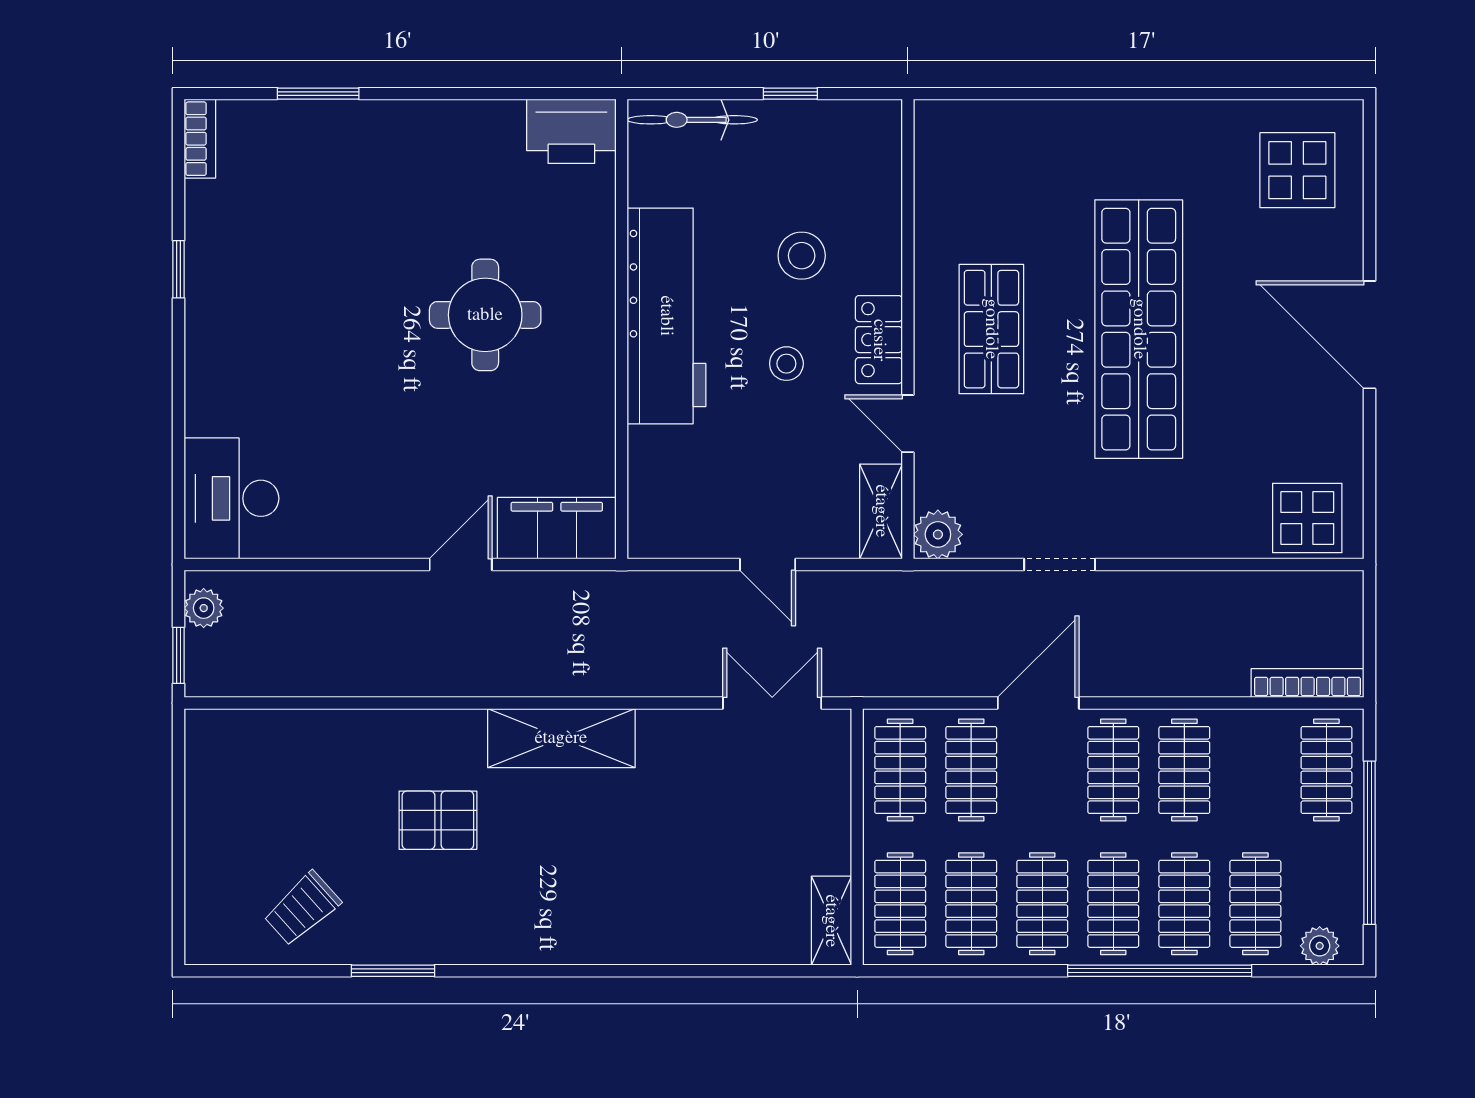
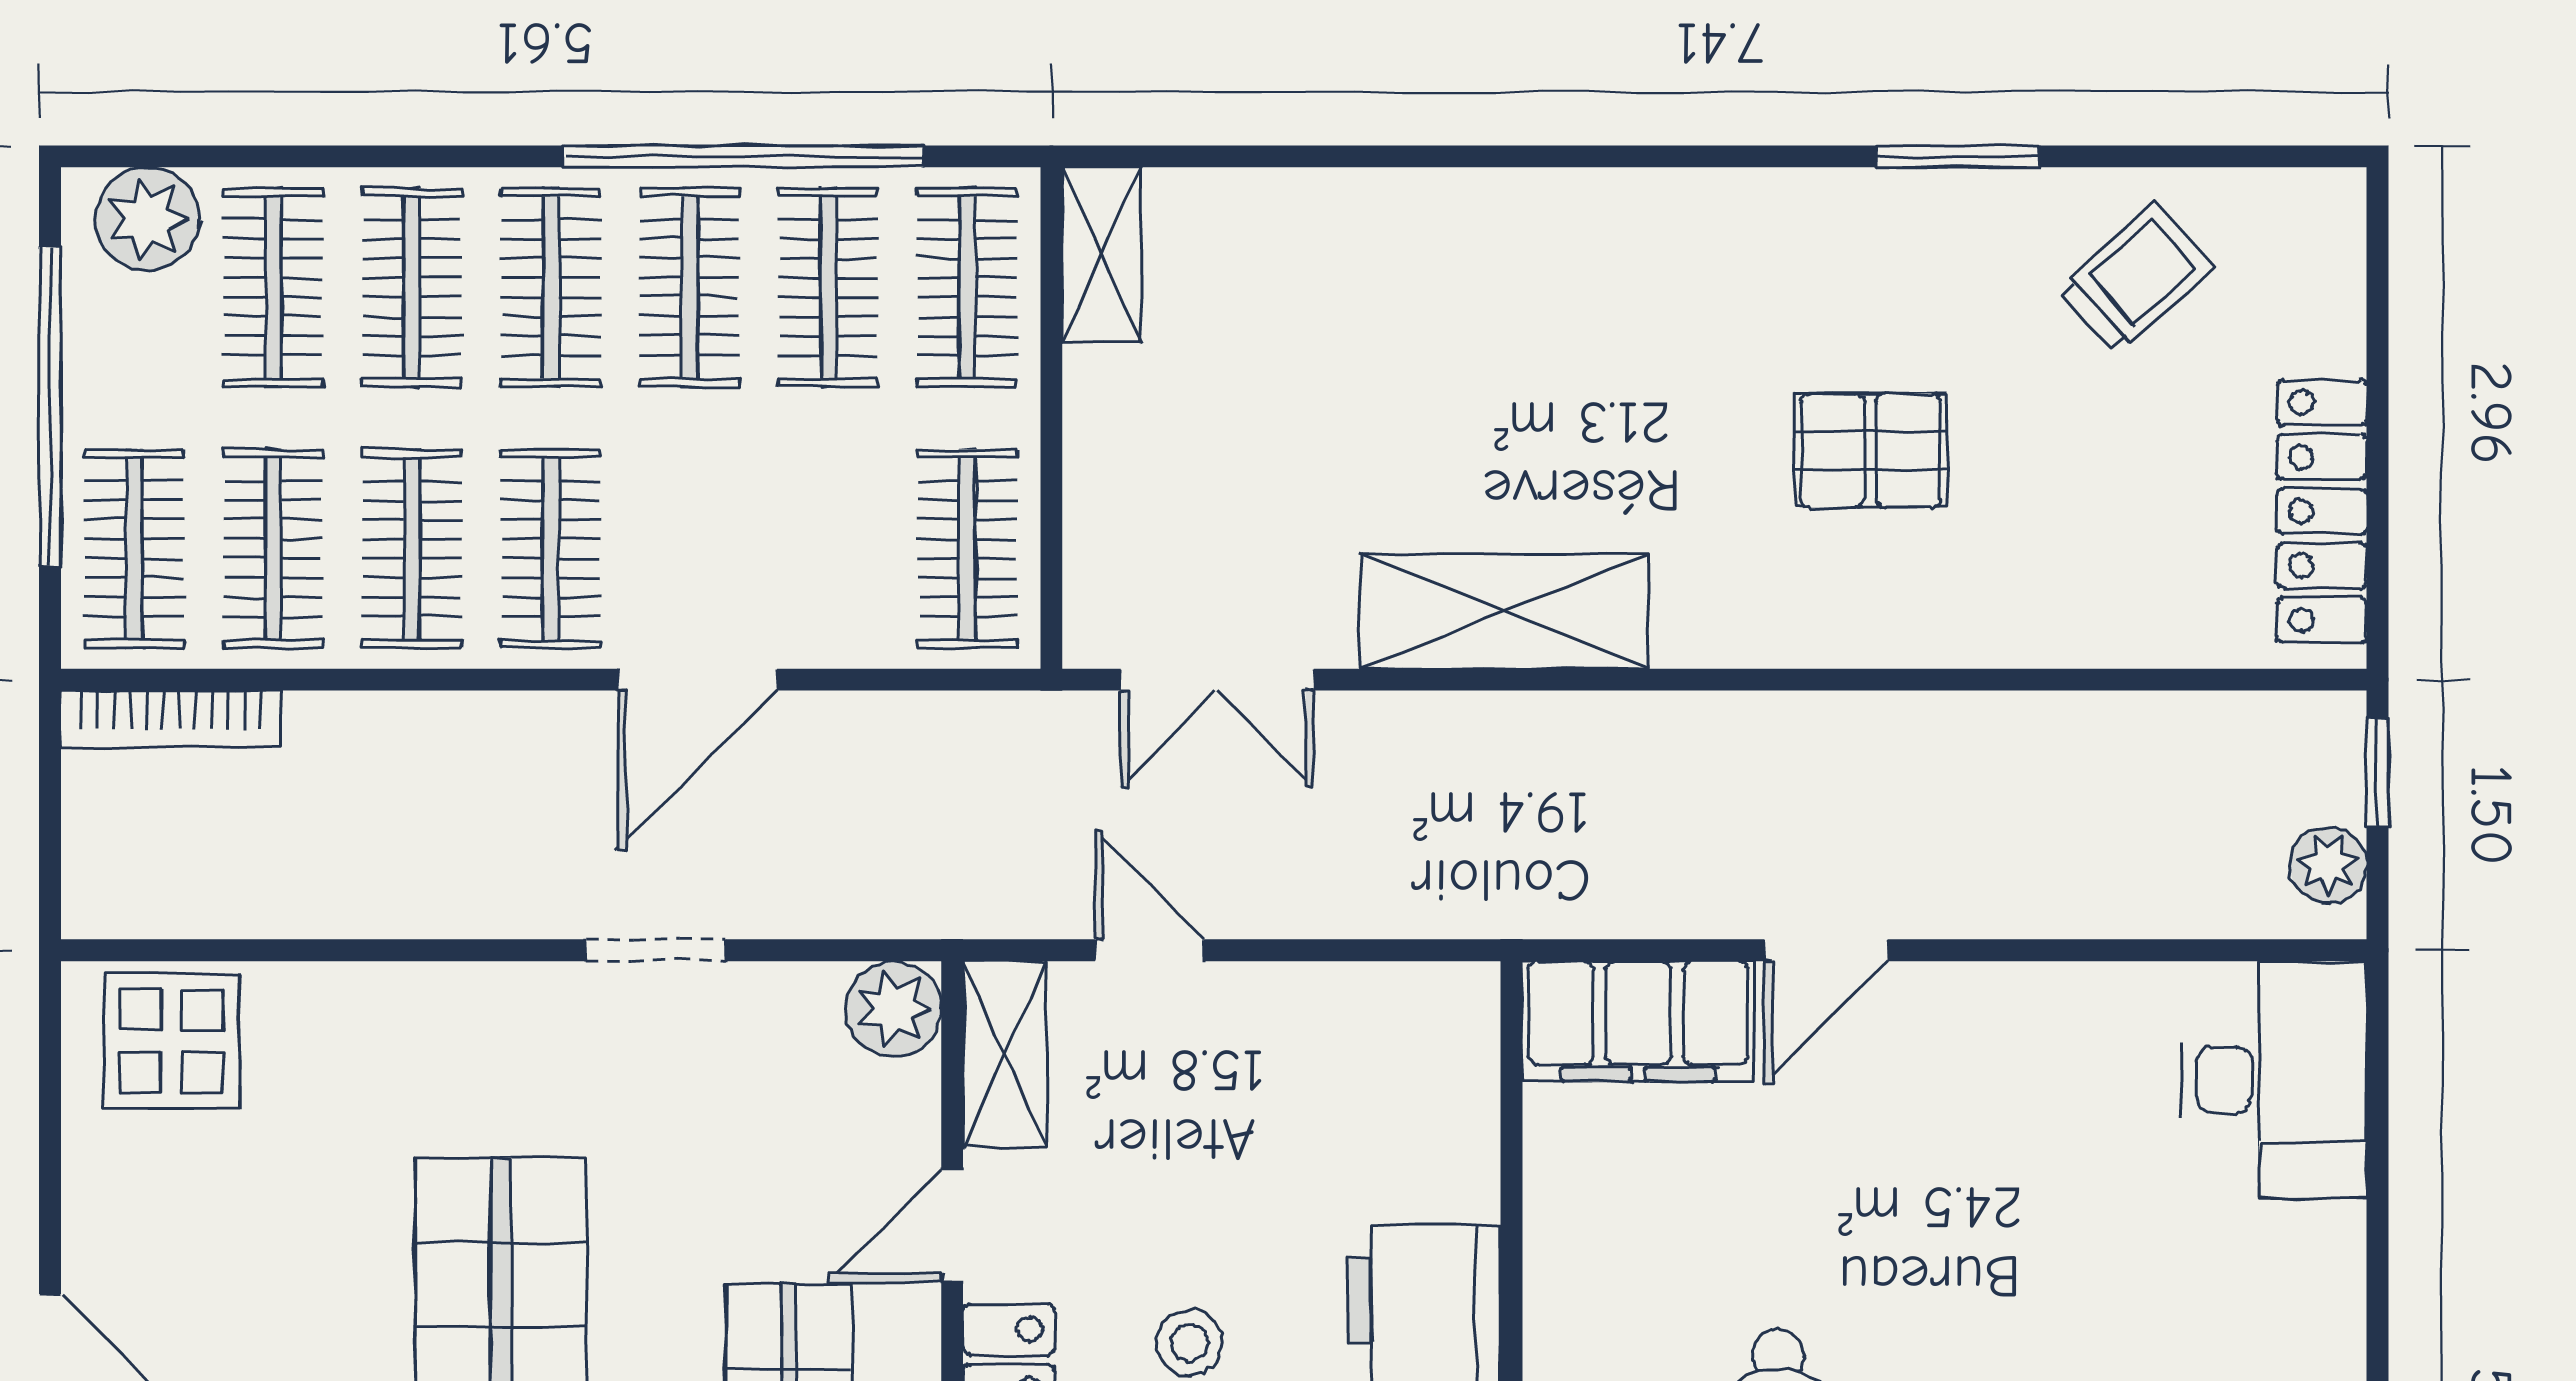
door: (908, 424) -> (952, 1226), swing flipped
door: (768, 565) -> (1149, 950), moved
shelving: (561, 738) -> (1505, 611), moved
clothes rail: (971, 770) -> (273, 549), moved
locker: (207, 789) -> (2322, 511), added
plant: (1320, 946) -> (147, 219), width x1.38, depth x1.38
window: (1160, 971) -> (743, 156), moved

